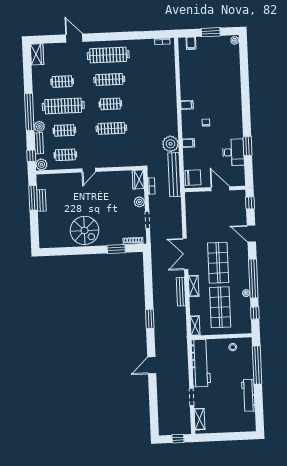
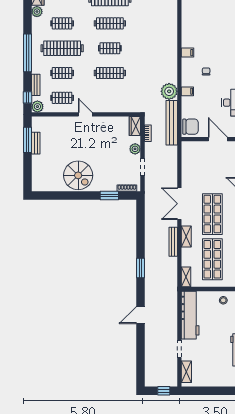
plant: (39, 126) -> (37, 12), moved
door: (89, 170) -> (85, 114), swing flipped

